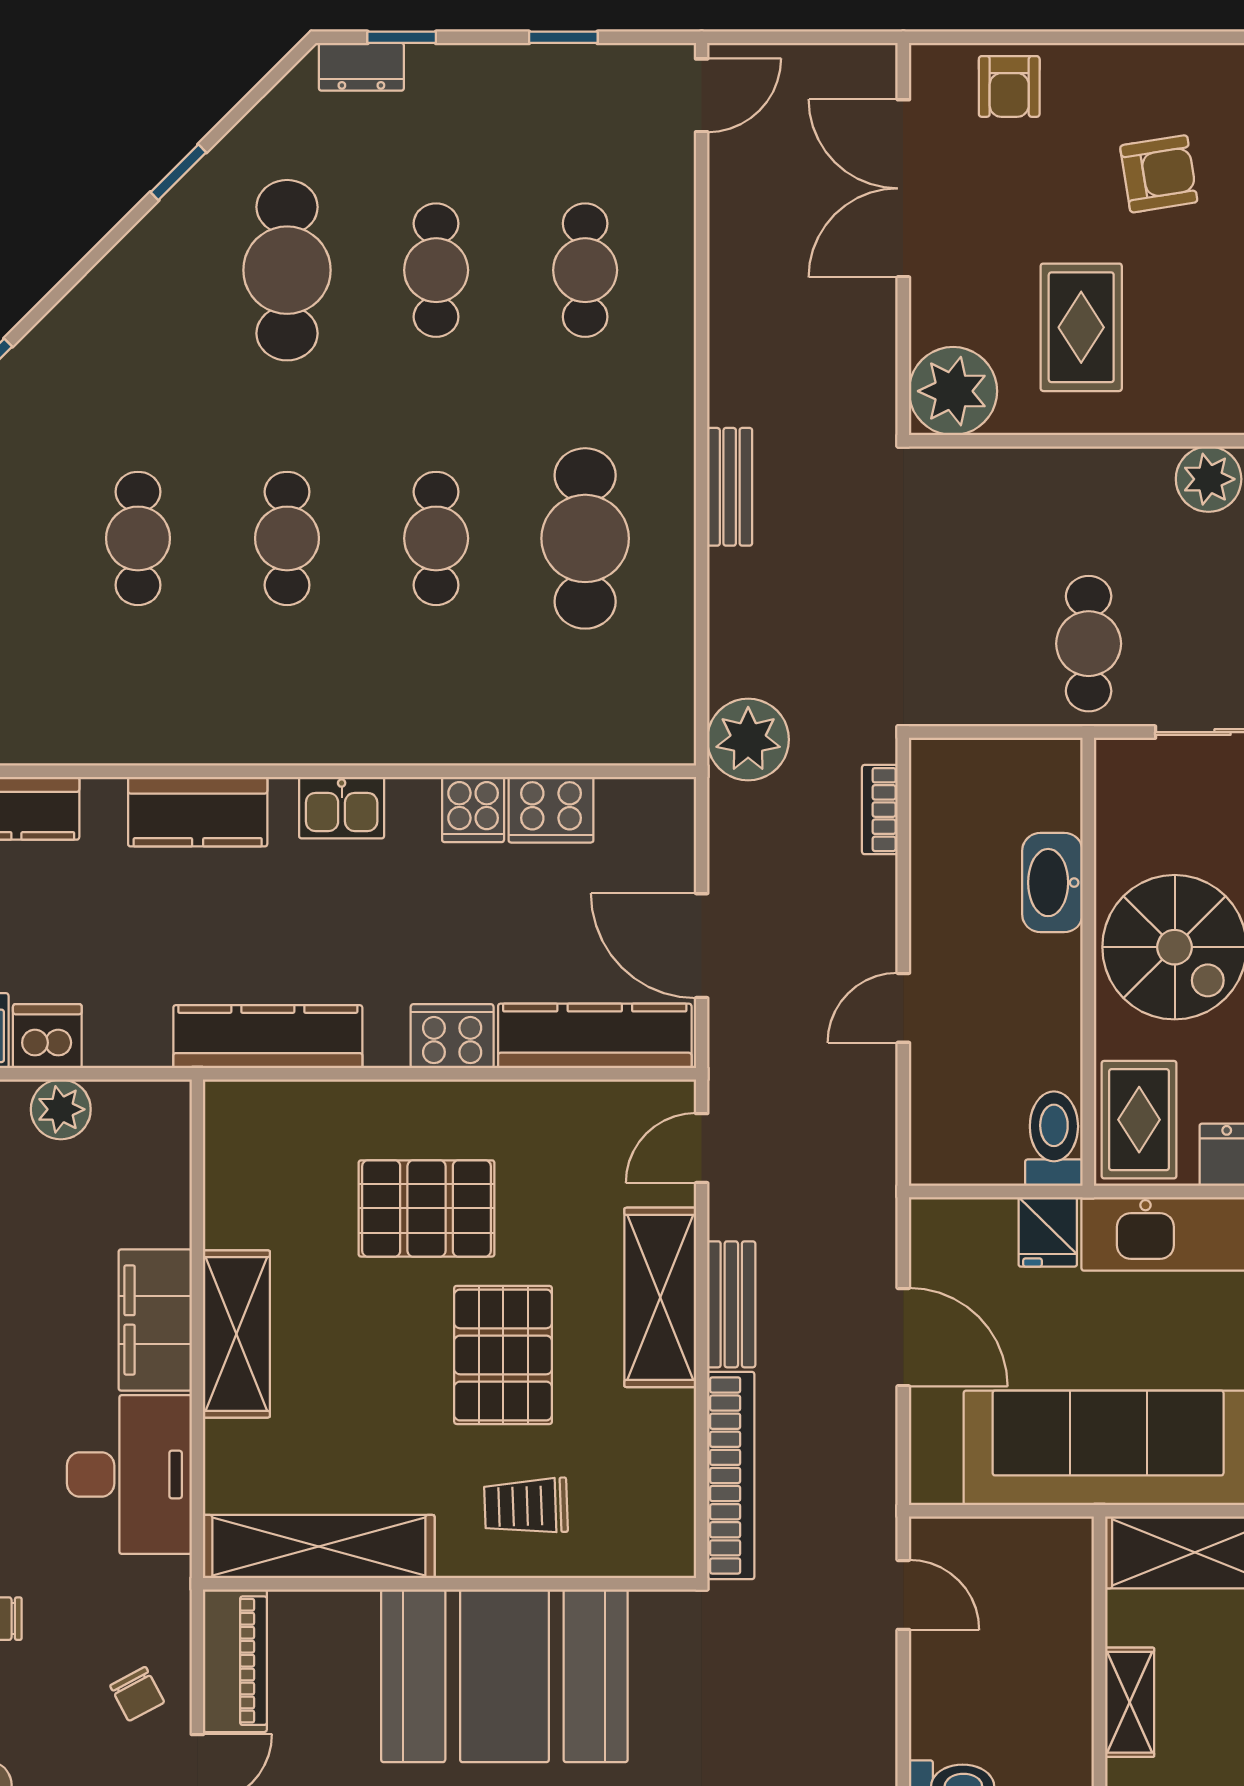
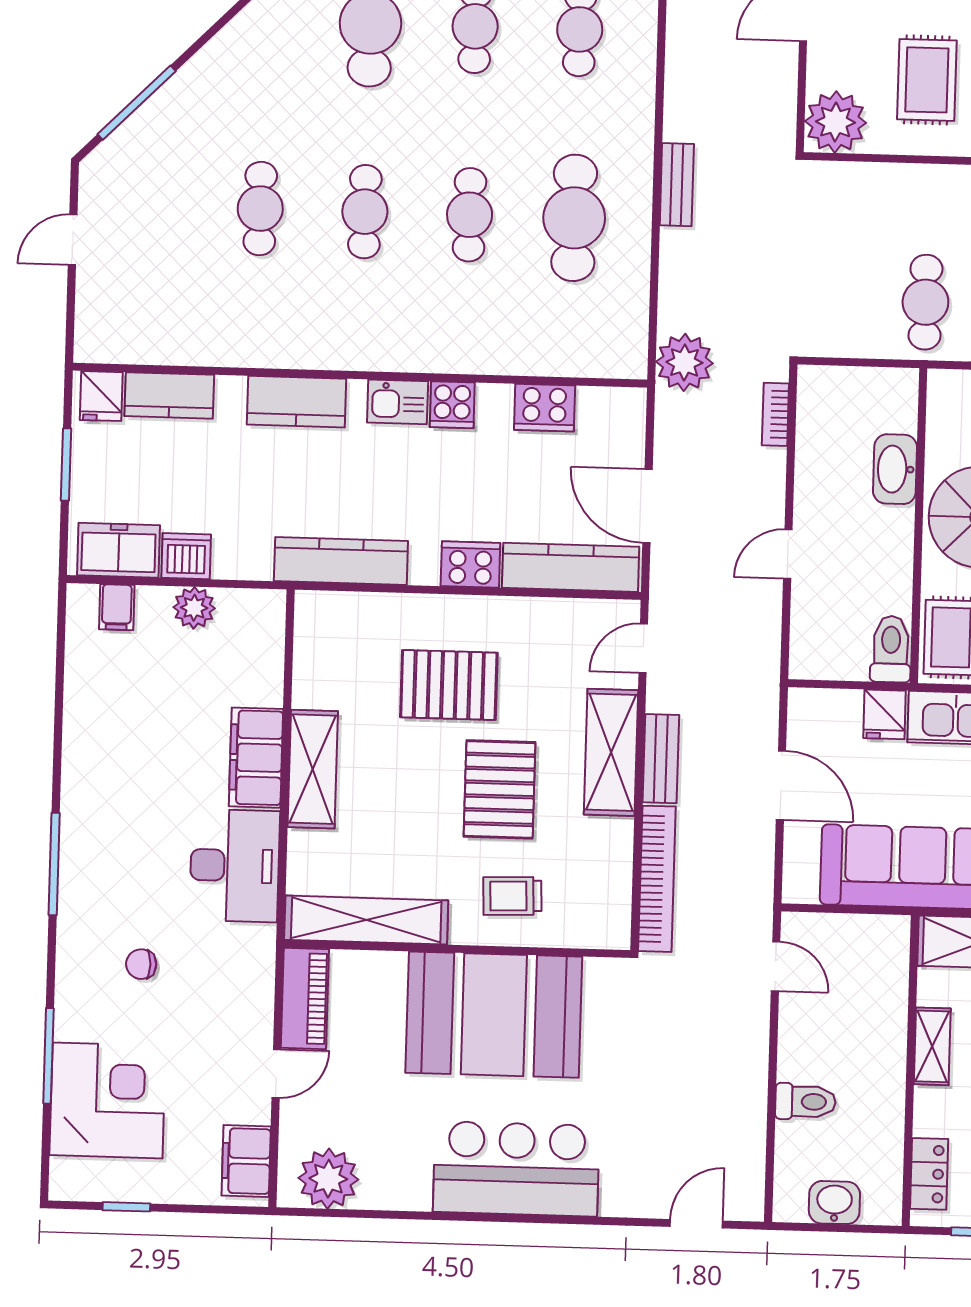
cooker: (473, 810) -> (452, 405), moved
chair: (137, 1694) -> (236, 1020), removed

